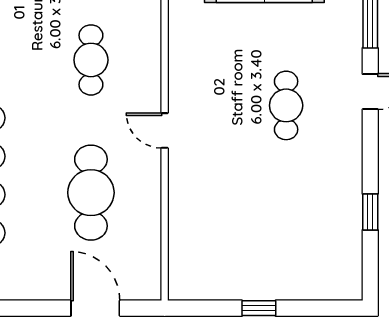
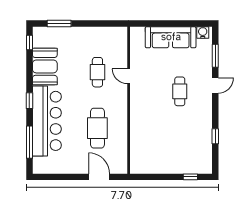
door: (165, 131) -> (129, 76), moved
window: (259, 308) -> (190, 177), moved

